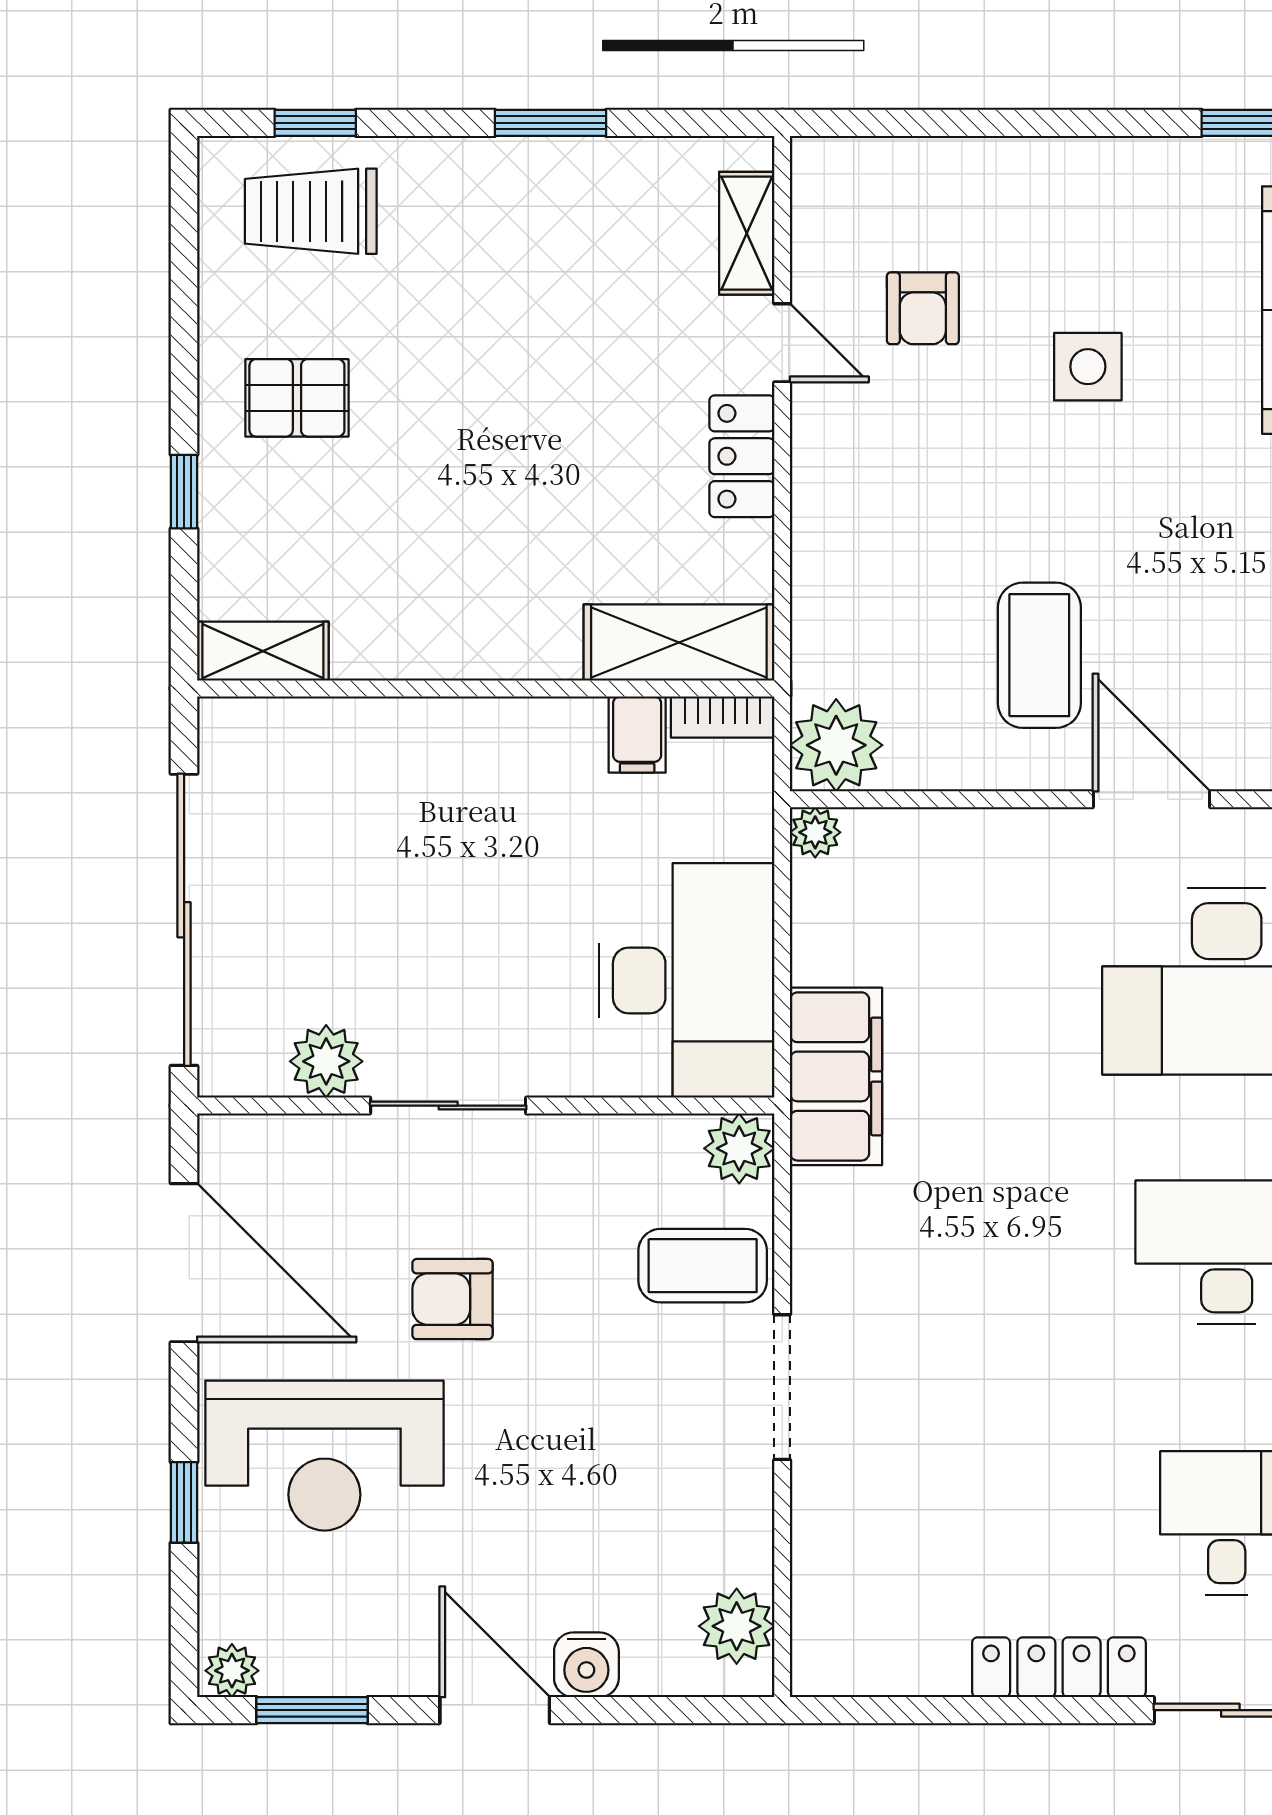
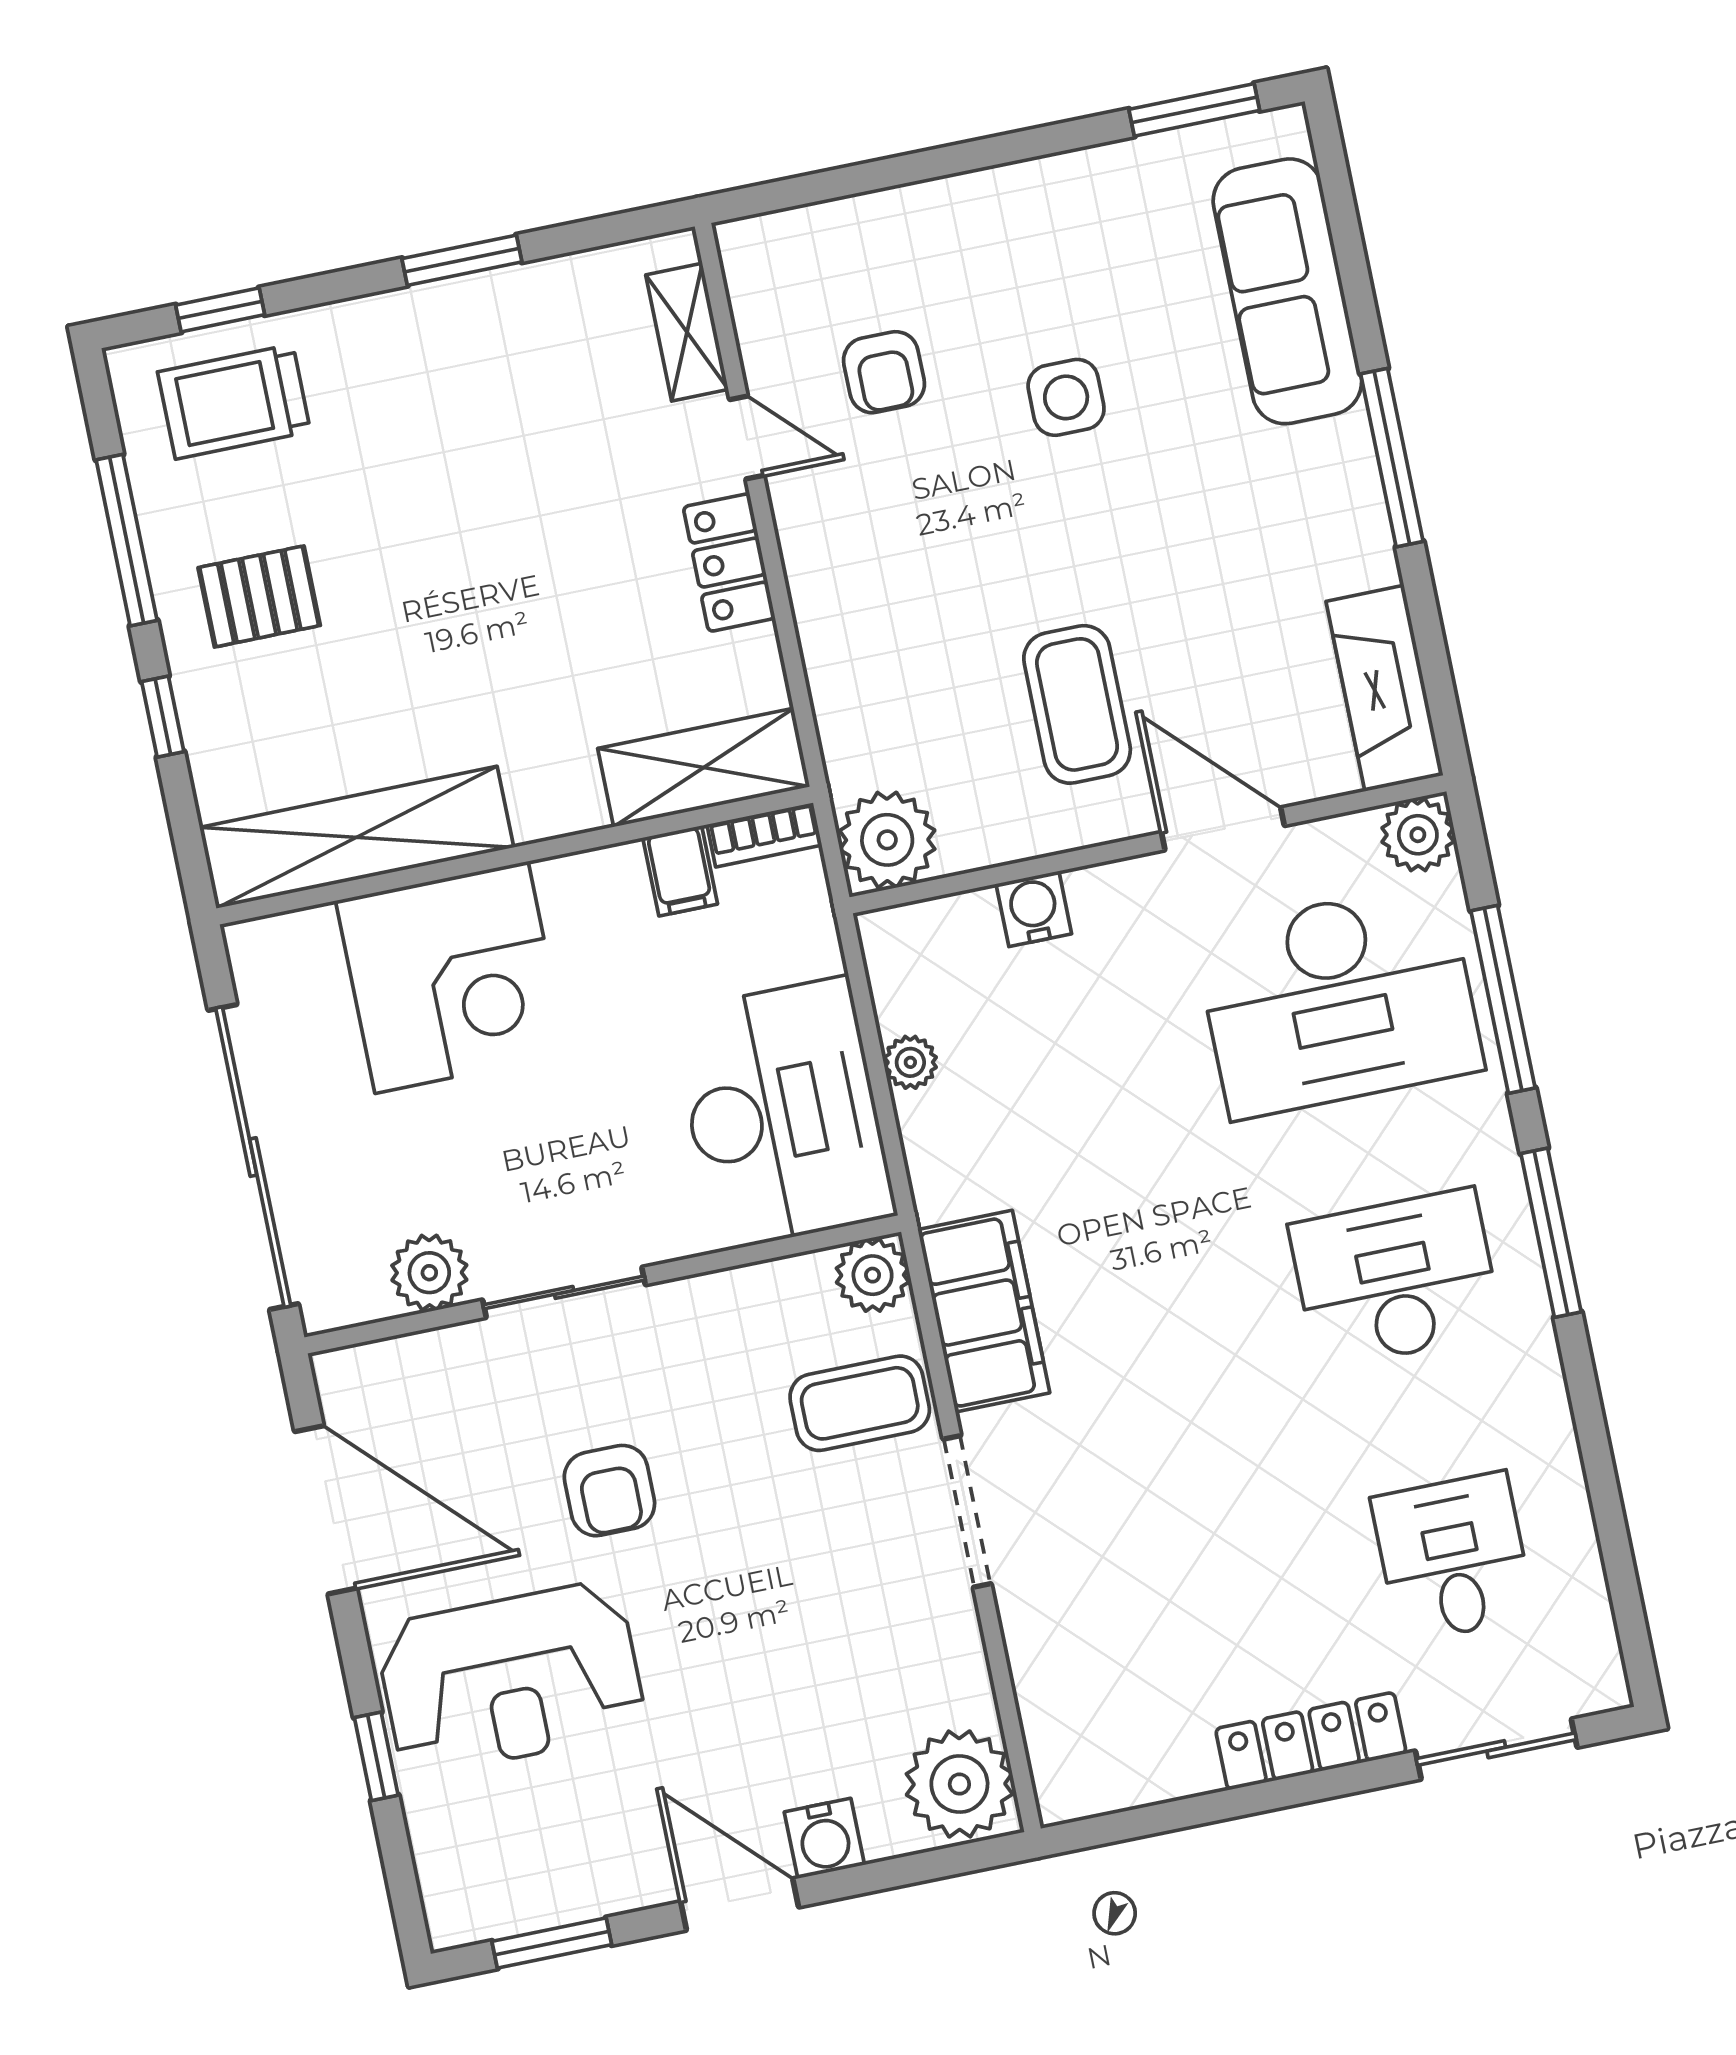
window: (184, 320) -> (127, 540), added
shelving: (263, 651) -> (357, 837), width x2.20, depth x1.33
corner desk: (403, 790) -> (451, 977), added
plant: (815, 832) -> (910, 1062), moved
water cooler: (960, 838) -> (1034, 909), added
filing cabinet: (836, 1076) -> (984, 1311), moved
armchair: (452, 1299) -> (609, 1491), turned -90
plant: (737, 1626) -> (959, 1784), width x1.36, depth x1.36
plant: (232, 1671) -> (461, 1919), removed

